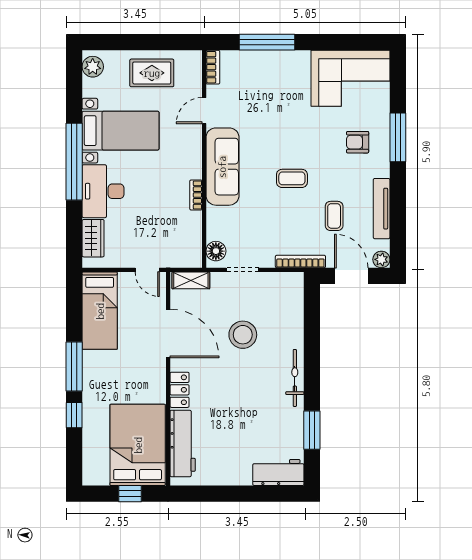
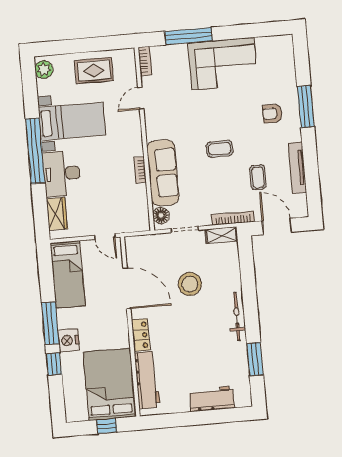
corner sofa: (350, 78) -> (223, 64), moved
sofa: (222, 167) -> (163, 173), moved
plant: (381, 259) -> (301, 210), removed
shelving: (191, 280) -> (221, 235), moved
nightstand: (94, 389) -> (69, 340), added
workbench: (278, 472) -> (212, 399), moved

